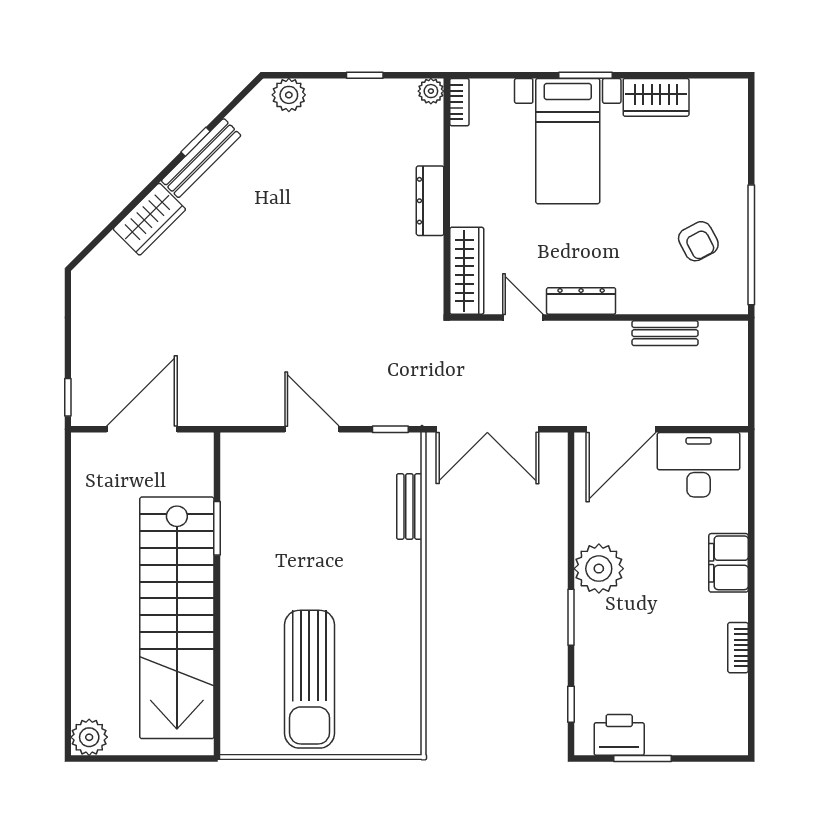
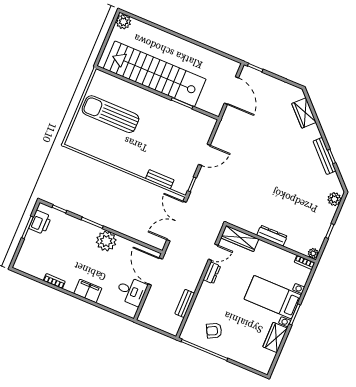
wardrobe: (149, 219) -> (304, 113), moved
dresser: (581, 301) -> (212, 273), width x0.70
desk: (699, 465) -> (131, 291), width x0.73

